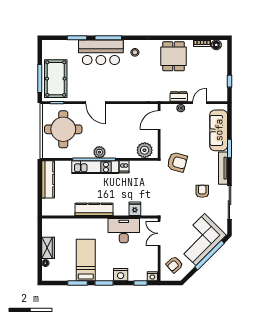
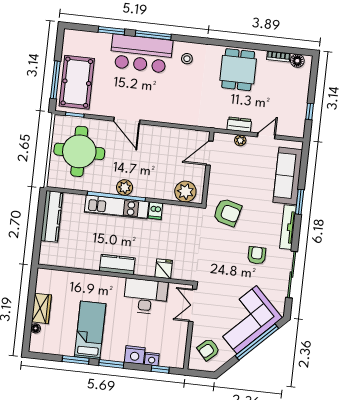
kitchen counter: (94, 209) -> (117, 264), width x0.67
nightstand: (152, 276) -> (152, 359), moved

